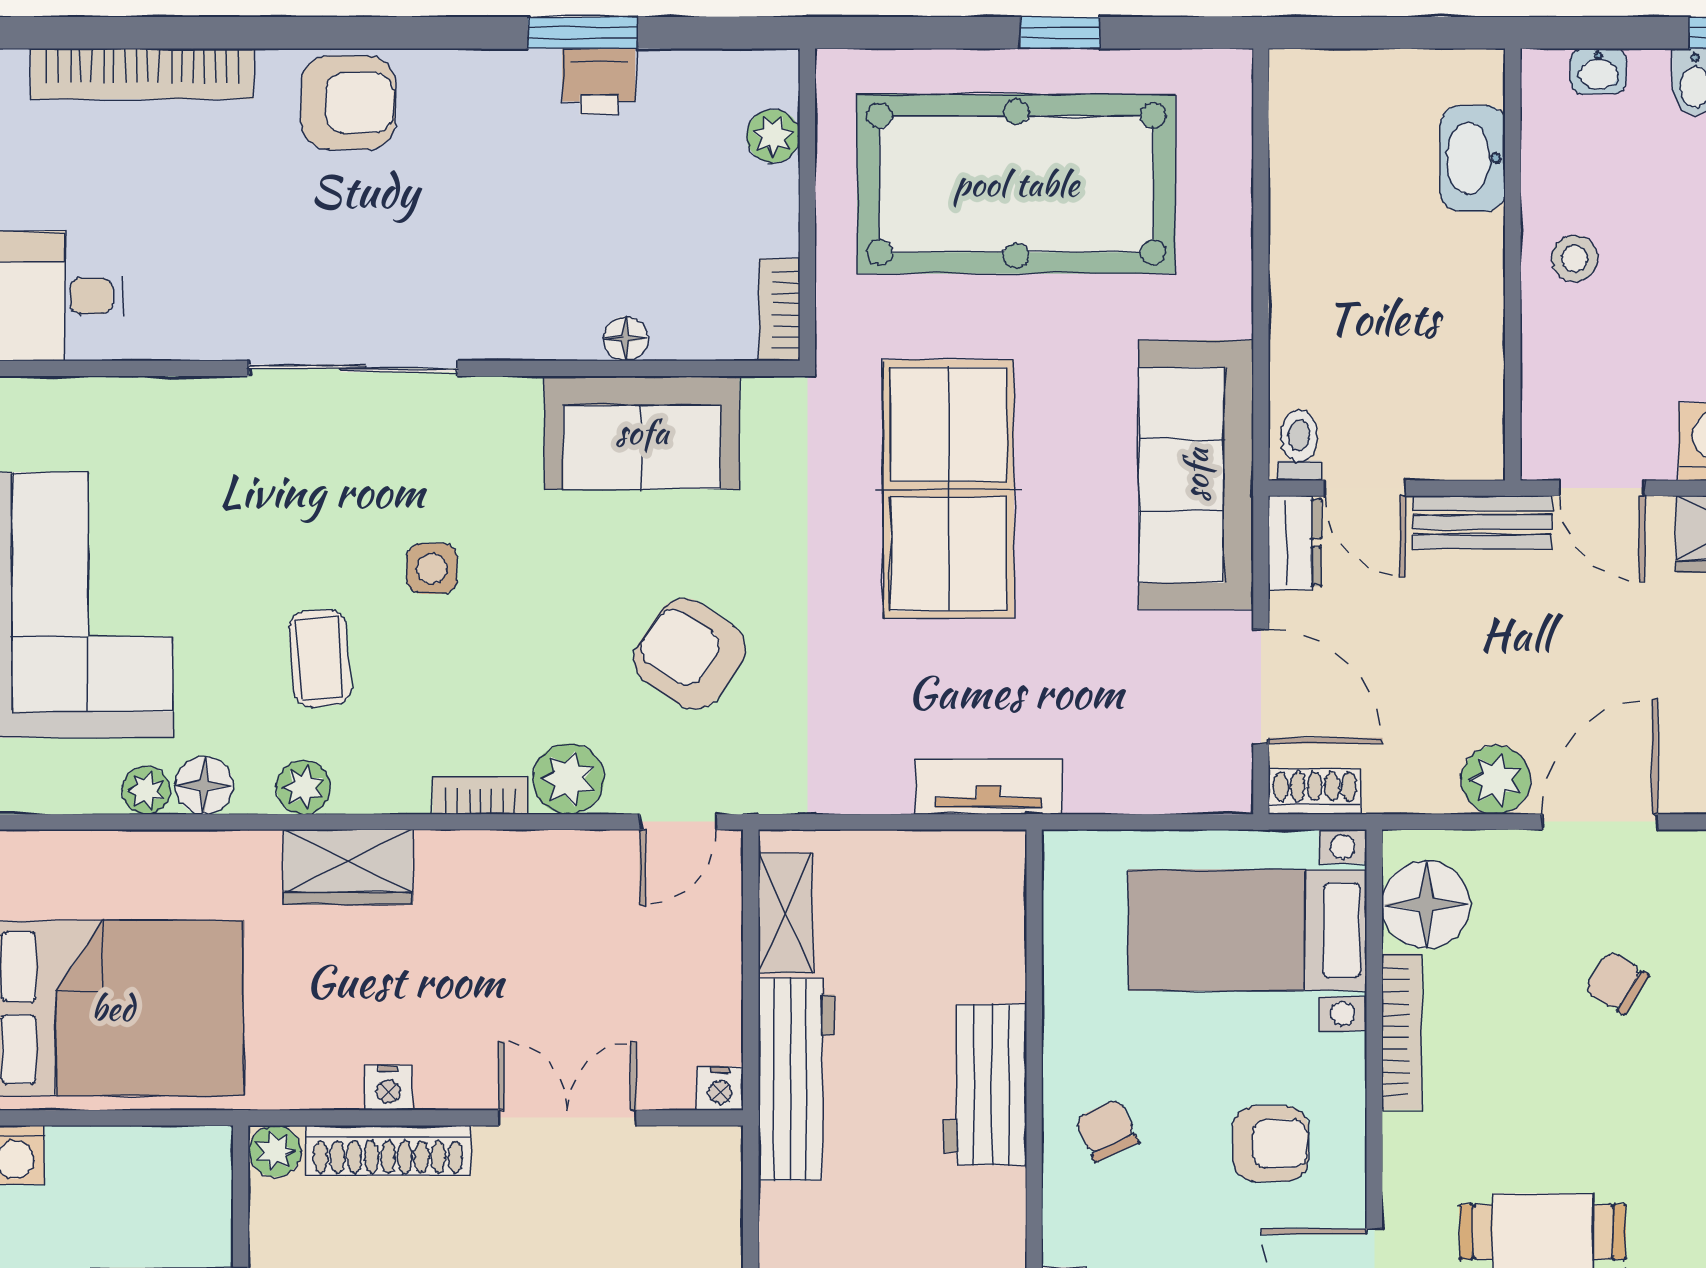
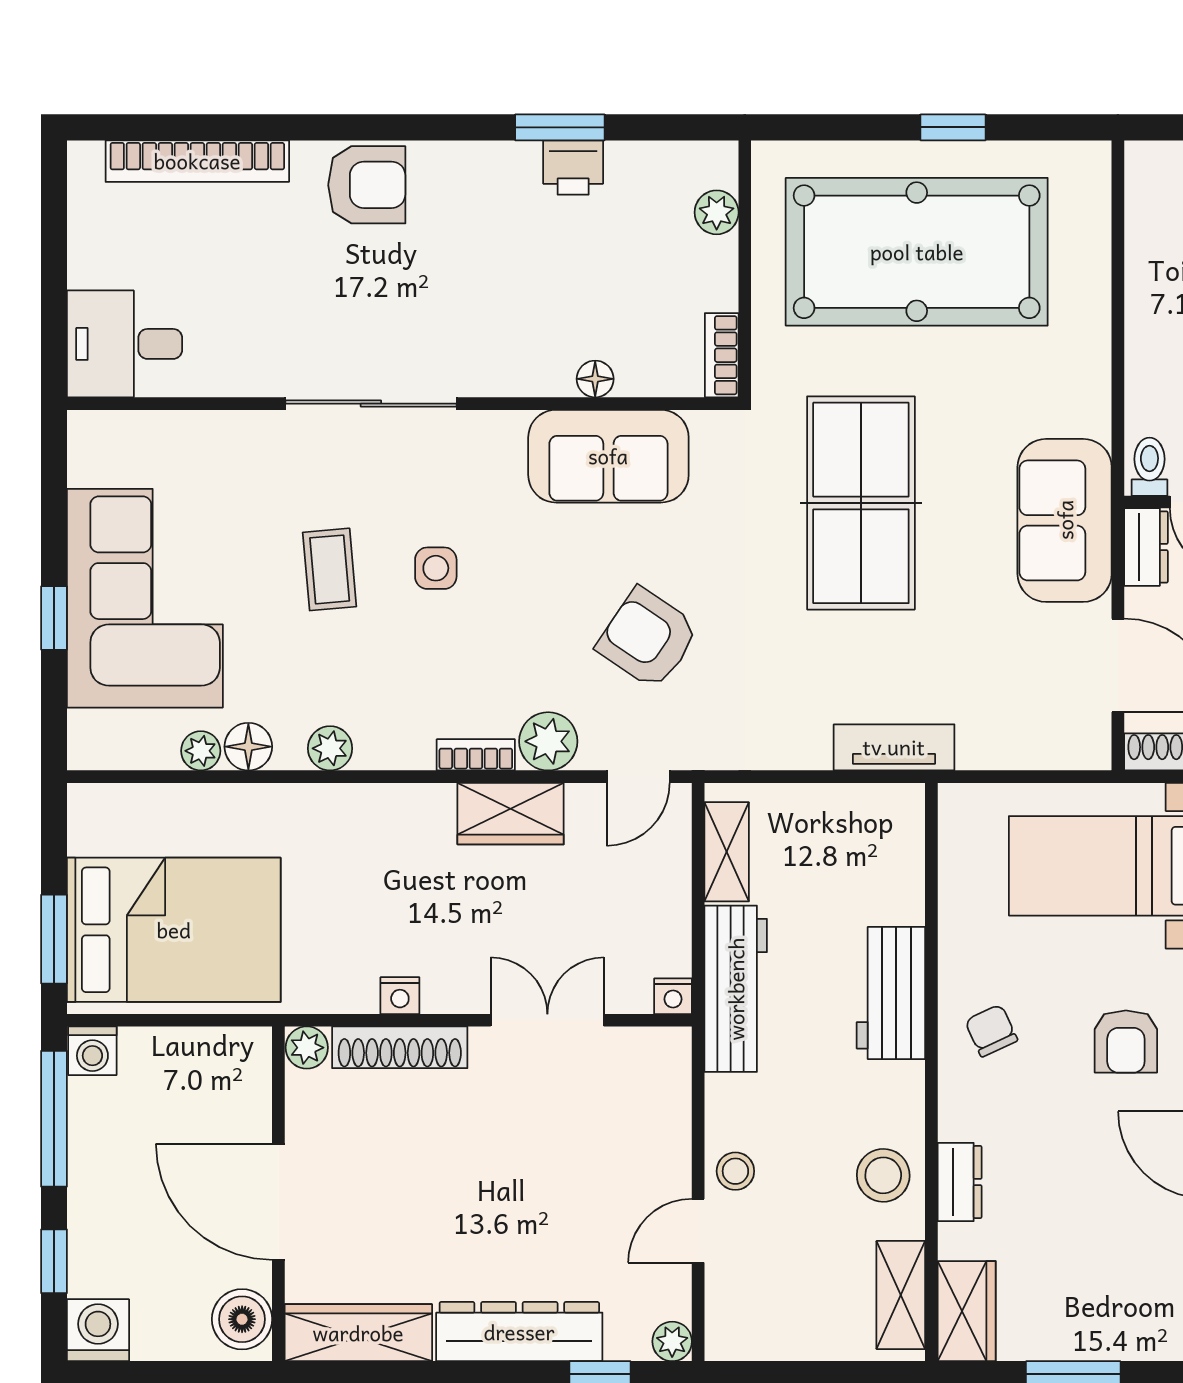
sofa: (1196, 475) -> (1065, 520), width x0.73
coffee table: (320, 658) -> (330, 569), moved
wardrobe: (348, 867) -> (511, 814), moved
armchair: (1271, 1144) -> (1126, 1042), turned 90

